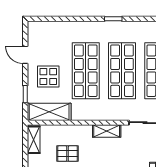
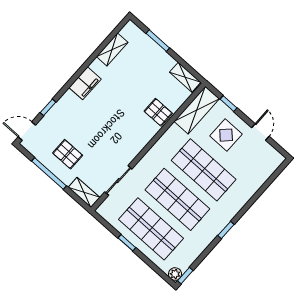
door: (25, 55) -> (260, 132), hinge flipped
shelving: (107, 131) -> (139, 143), removed
pallet: (68, 154) -> (158, 112), moved, turned 90

